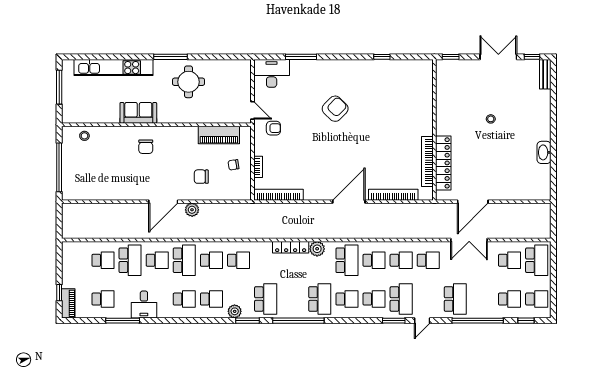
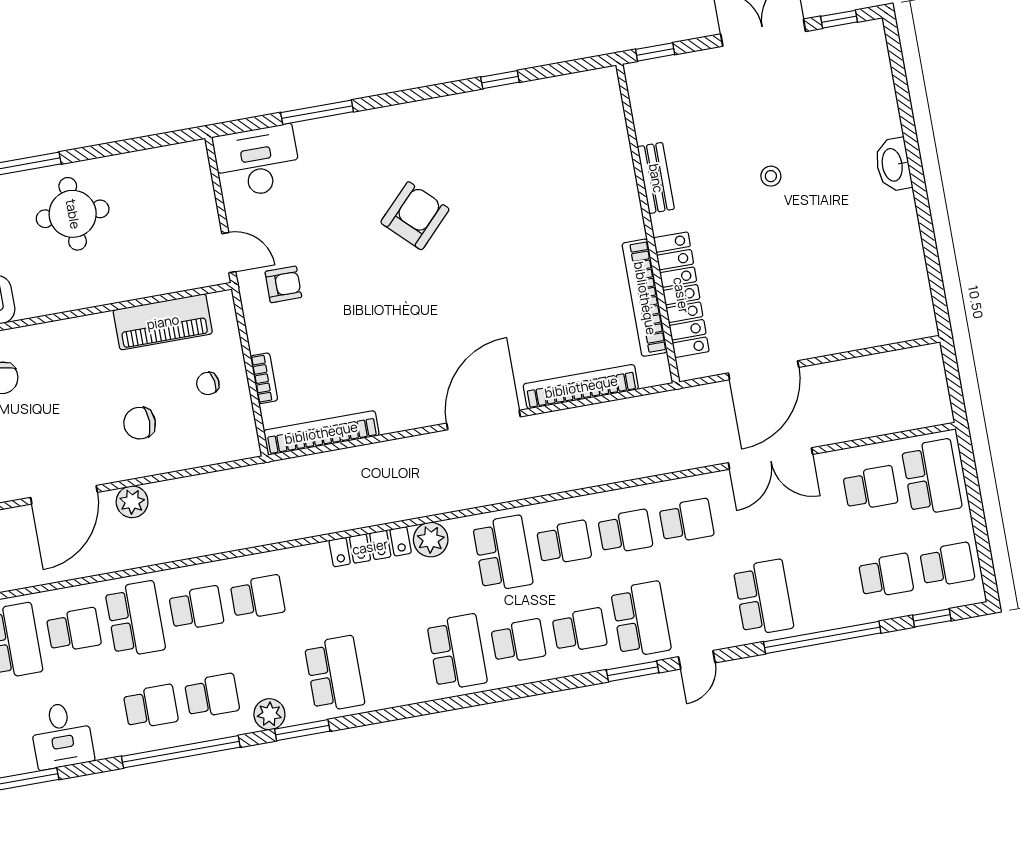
bench: (545, 74) -> (656, 178), moved
washbasin: (544, 152) -> (893, 165), moved
window: (298, 321) -> (181, 752), moved

